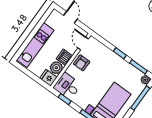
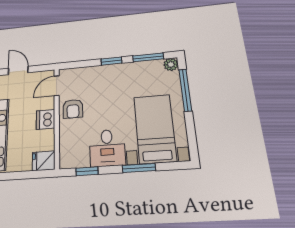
door: (83, 43) -> (57, 86), hinge flipped
plant: (56, 68) -> (45, 140), removed
desk: (67, 86) -> (107, 148), moved, turned -90

